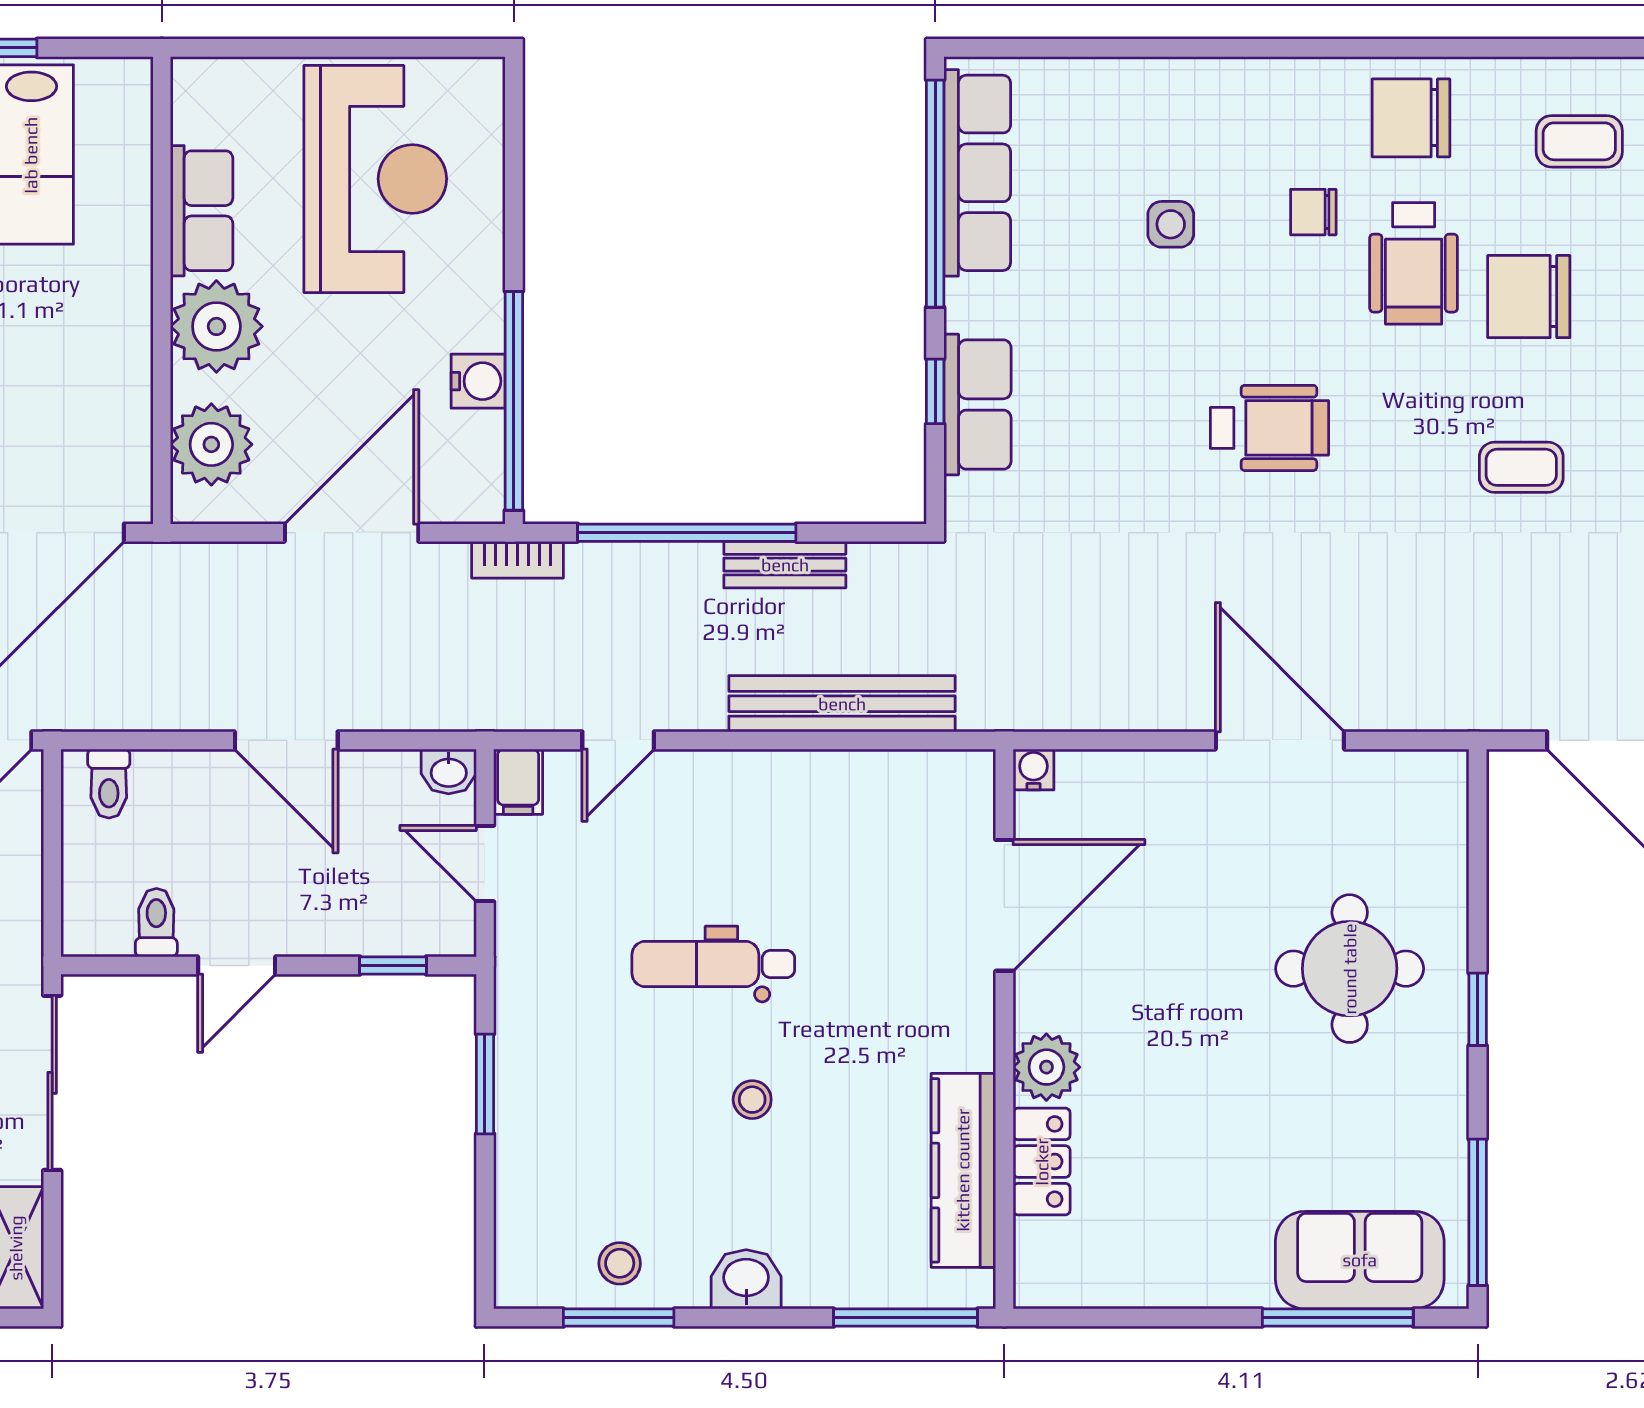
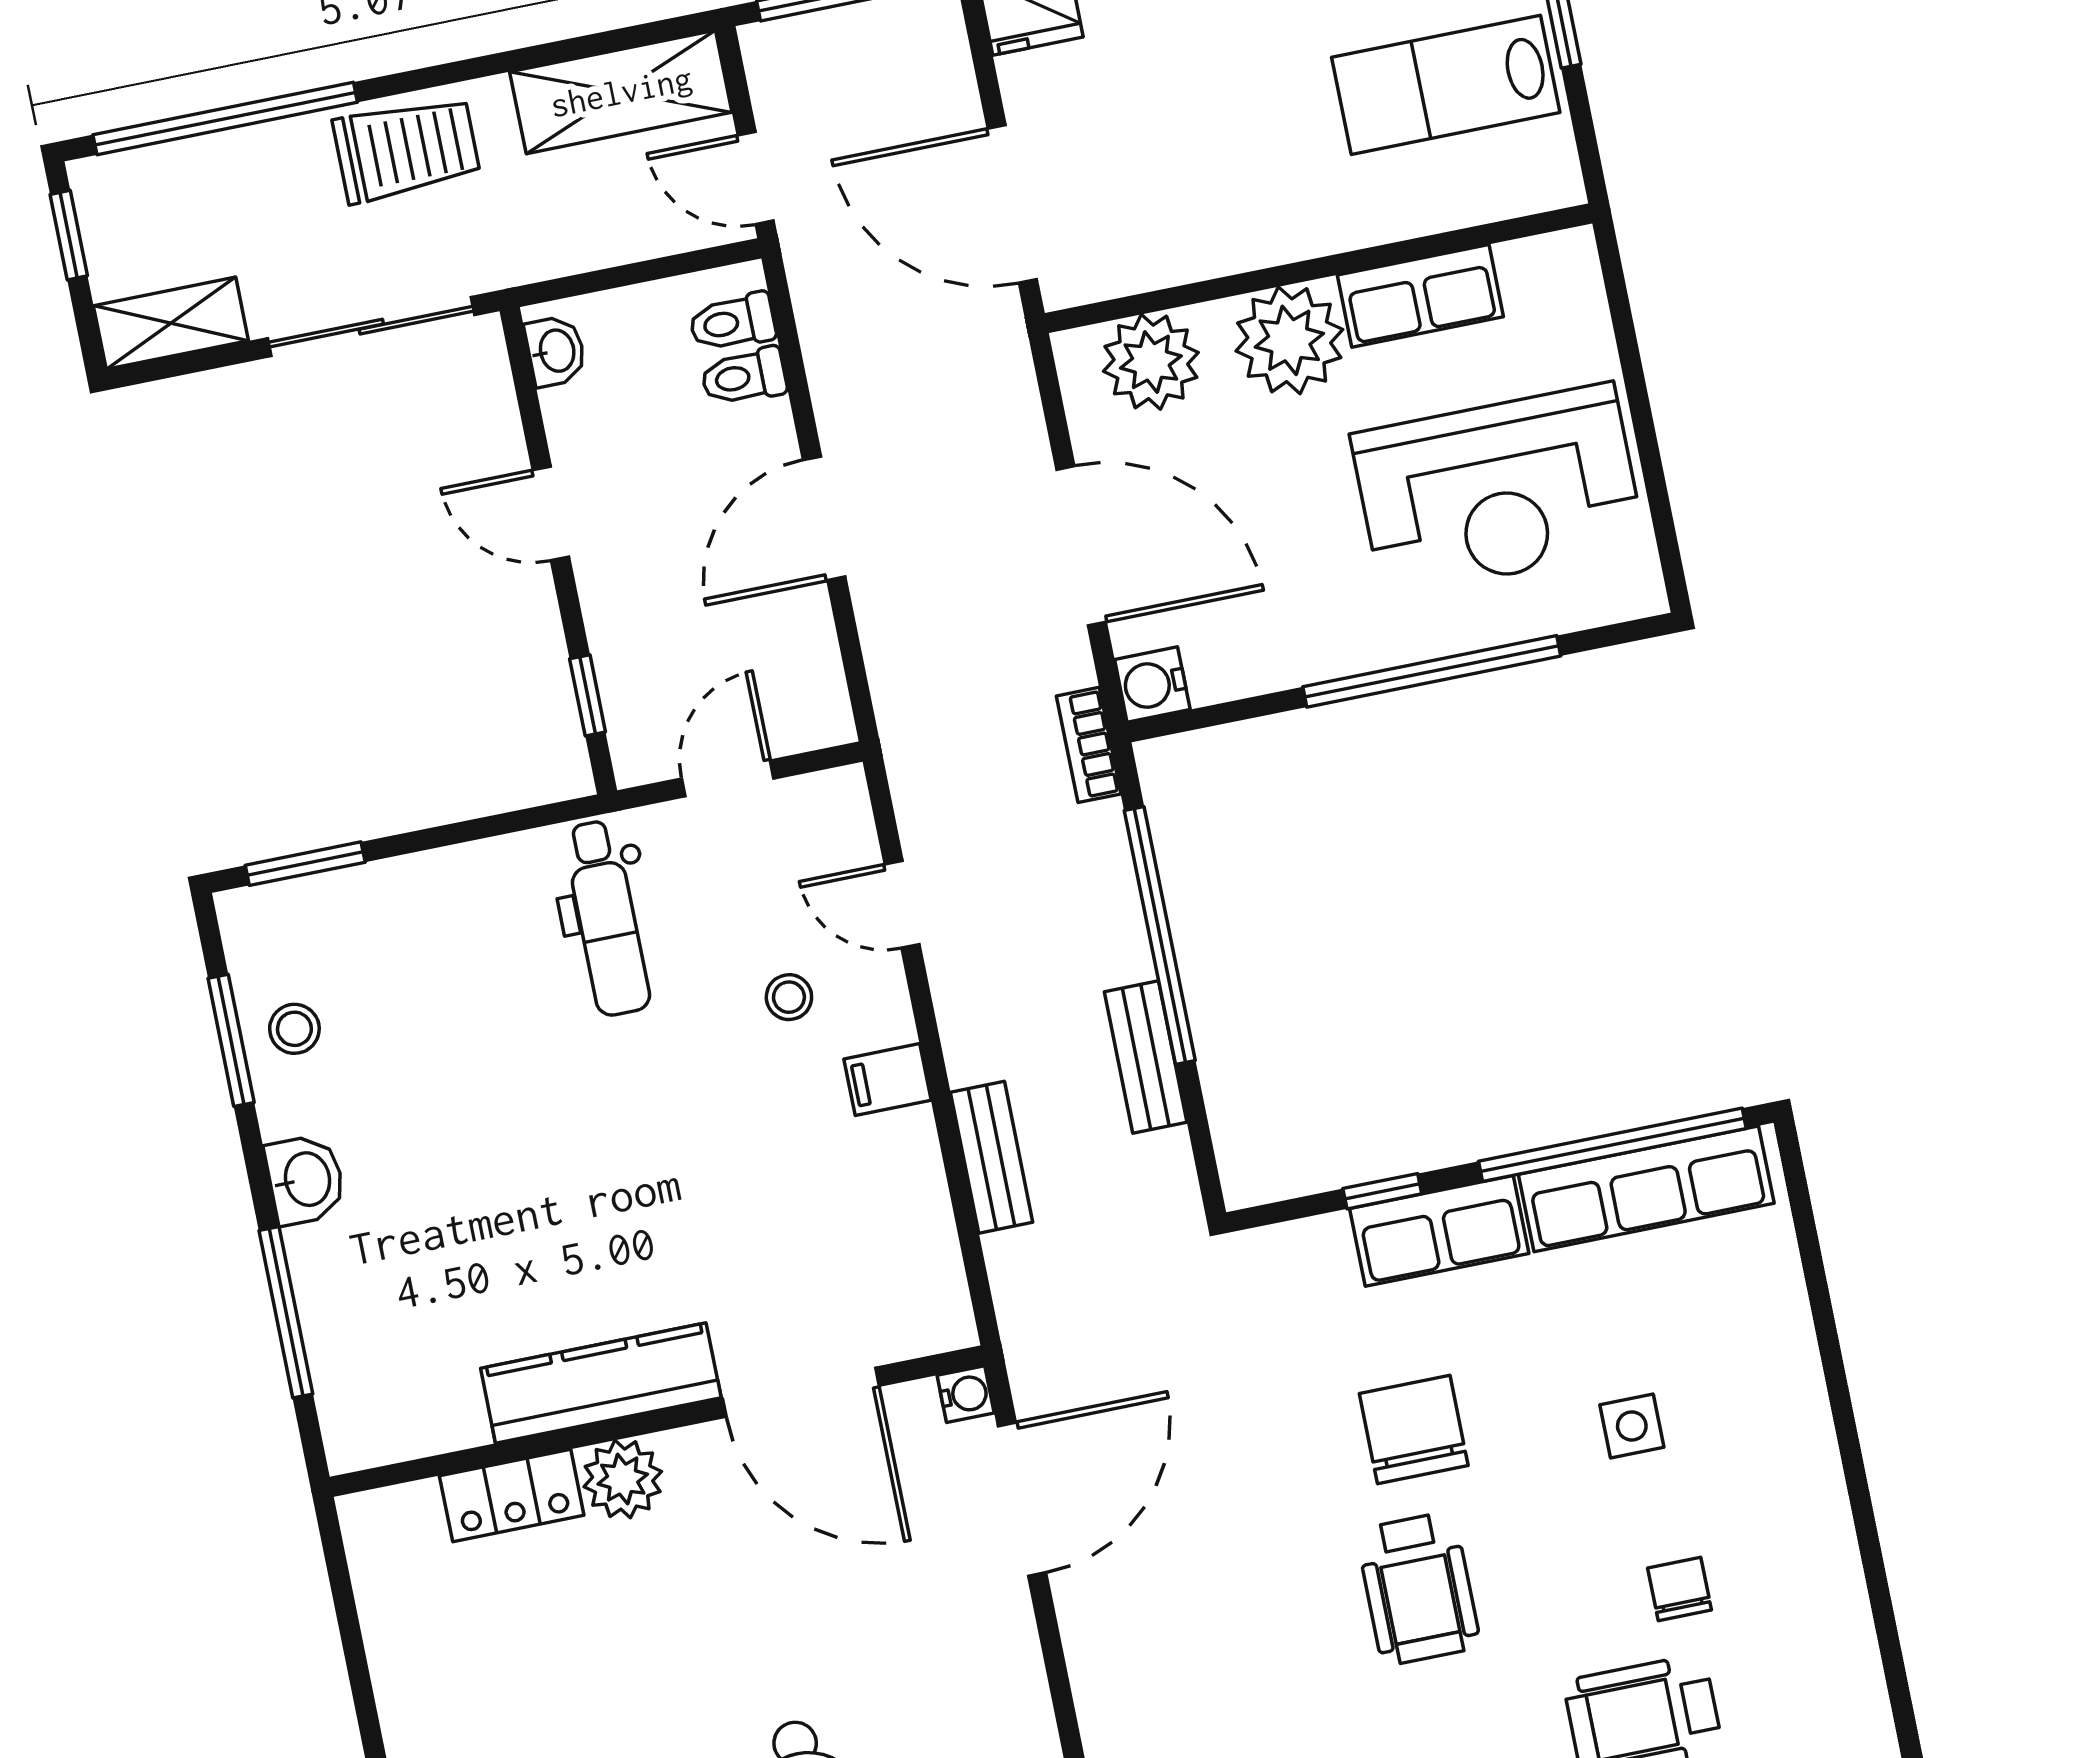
chair: (1411, 118) -> (1414, 1429), moved
water cooler: (478, 381) -> (1152, 685), moved, turned 90
window: (514, 401) -> (1432, 671), moved
row of seats: (977, 404) -> (1439, 1231), moved
bench: (842, 704) -> (992, 1157), width x0.54, depth x0.82
door: (1280, 740) -> (1022, 1499), moved
washbasin: (449, 771) -> (556, 351), moved, turned 180
filing cabinet: (518, 782) -> (887, 1080), moved
toilet: (156, 923) -> (744, 377), moved, turned 180
dental chair: (713, 964) -> (607, 918), moved, turned 180
window: (485, 1084) -> (305, 864), moved
stool: (752, 1100) -> (789, 997), moved
kitchen counter: (963, 1170) -> (601, 1383), moved
window: (906, 1318) -> (286, 1312), moved

